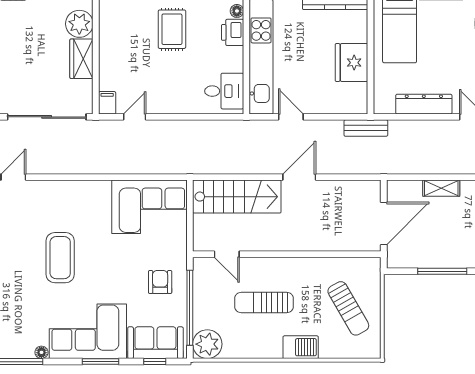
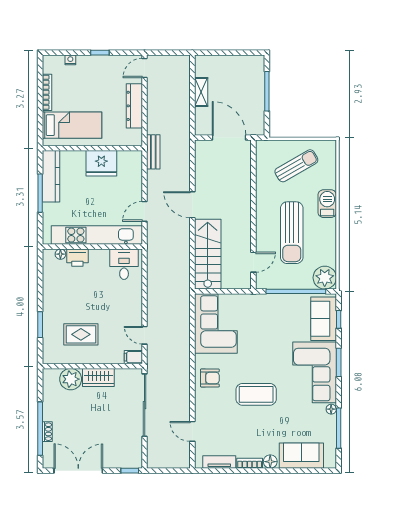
rug: (172, 29) -> (81, 334), moved
armchair: (160, 282) -> (210, 378), moved, turned 180
sun lounger: (264, 302) -> (292, 233), width x1.36, depth x1.34

